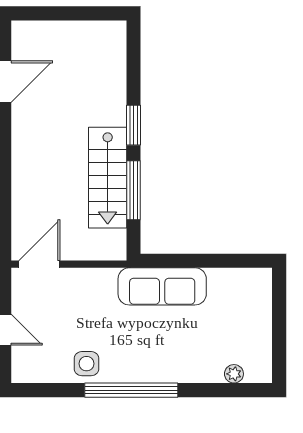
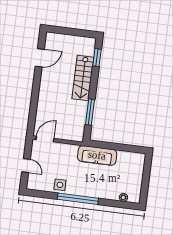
window: (134, 125) -> (97, 58), moved
stairs: (108, 178) -> (83, 78), moved

